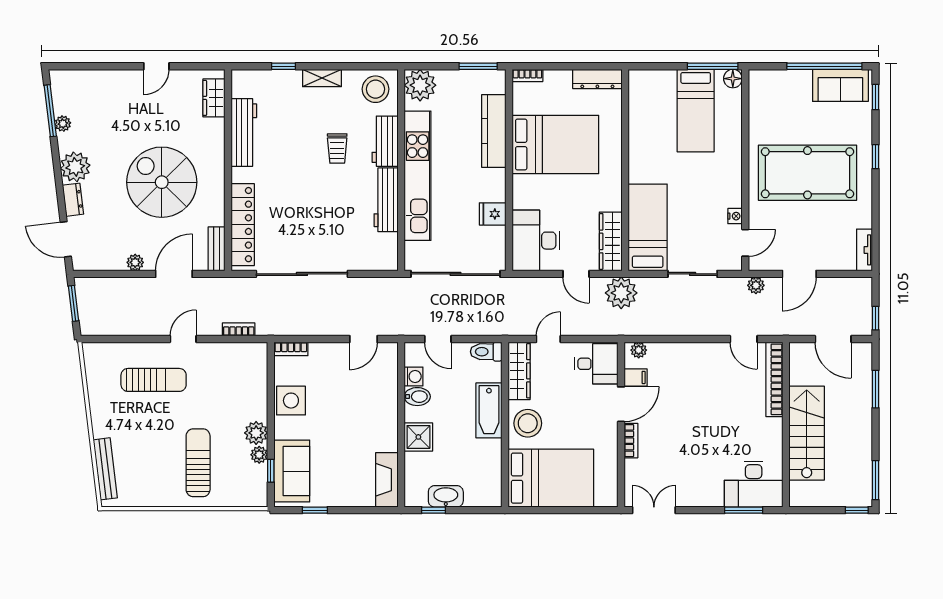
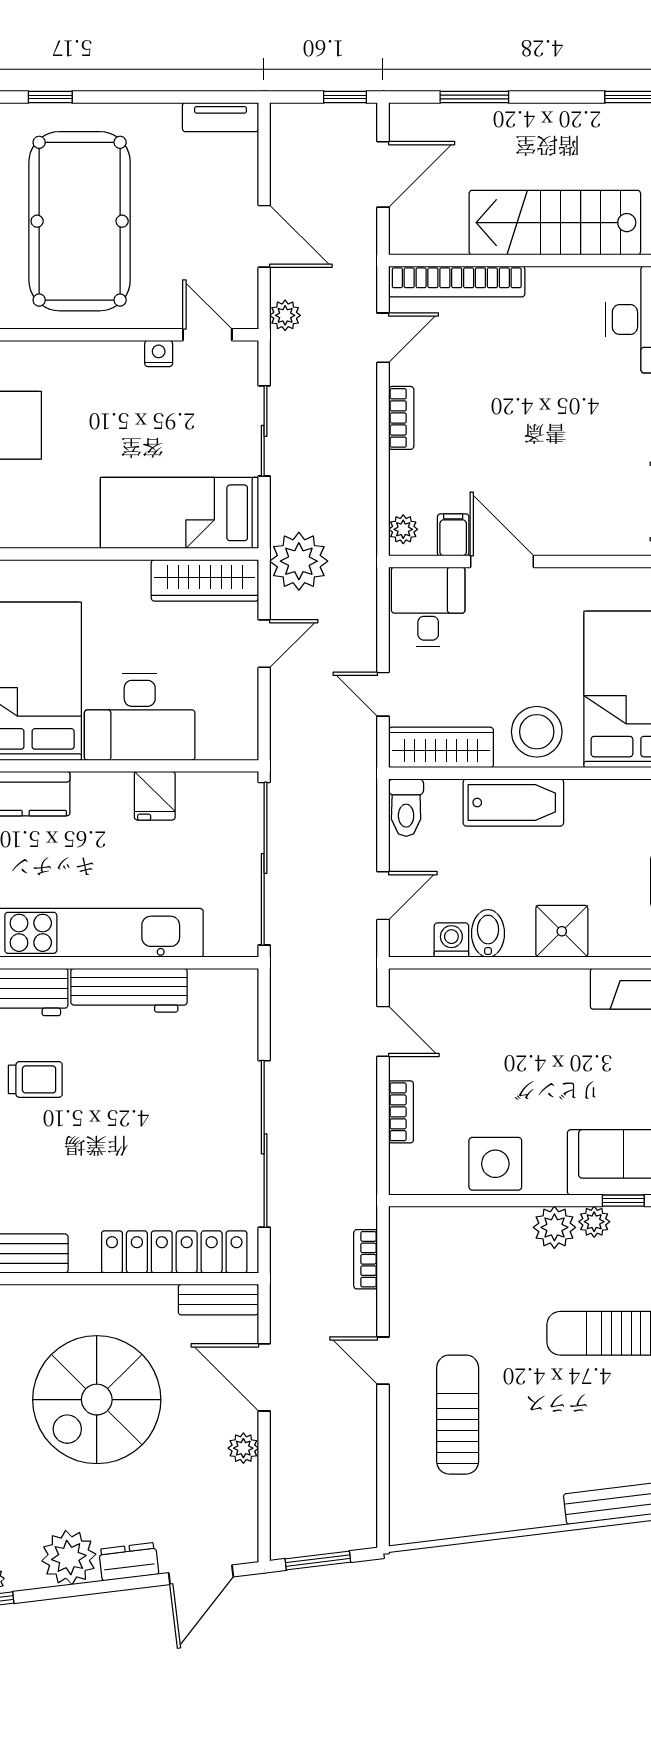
desk: (536, 241) -> (140, 717), moved
bookcase: (291, 349) -> (401, 1112), moved
bookcase: (631, 441) -> (401, 418), moved, turned 90

